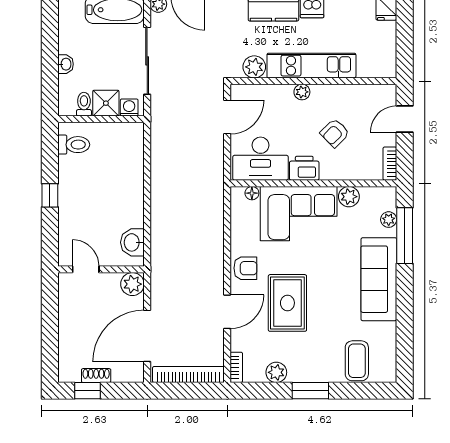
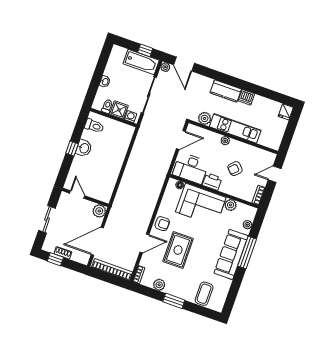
window: (405, 236) -> (247, 253), moved
washbasin: (132, 242) -> (84, 148), moved, turned 180
sliding door: (50, 329) -> (47, 219), added

